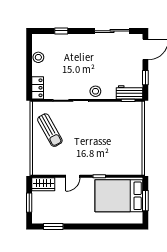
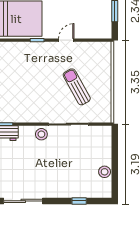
locker: (38, 88) -> (105, 138), removed
sun lounger: (50, 130) -> (77, 87), moved
wardrobe: (43, 184) -> (99, 31), removed

